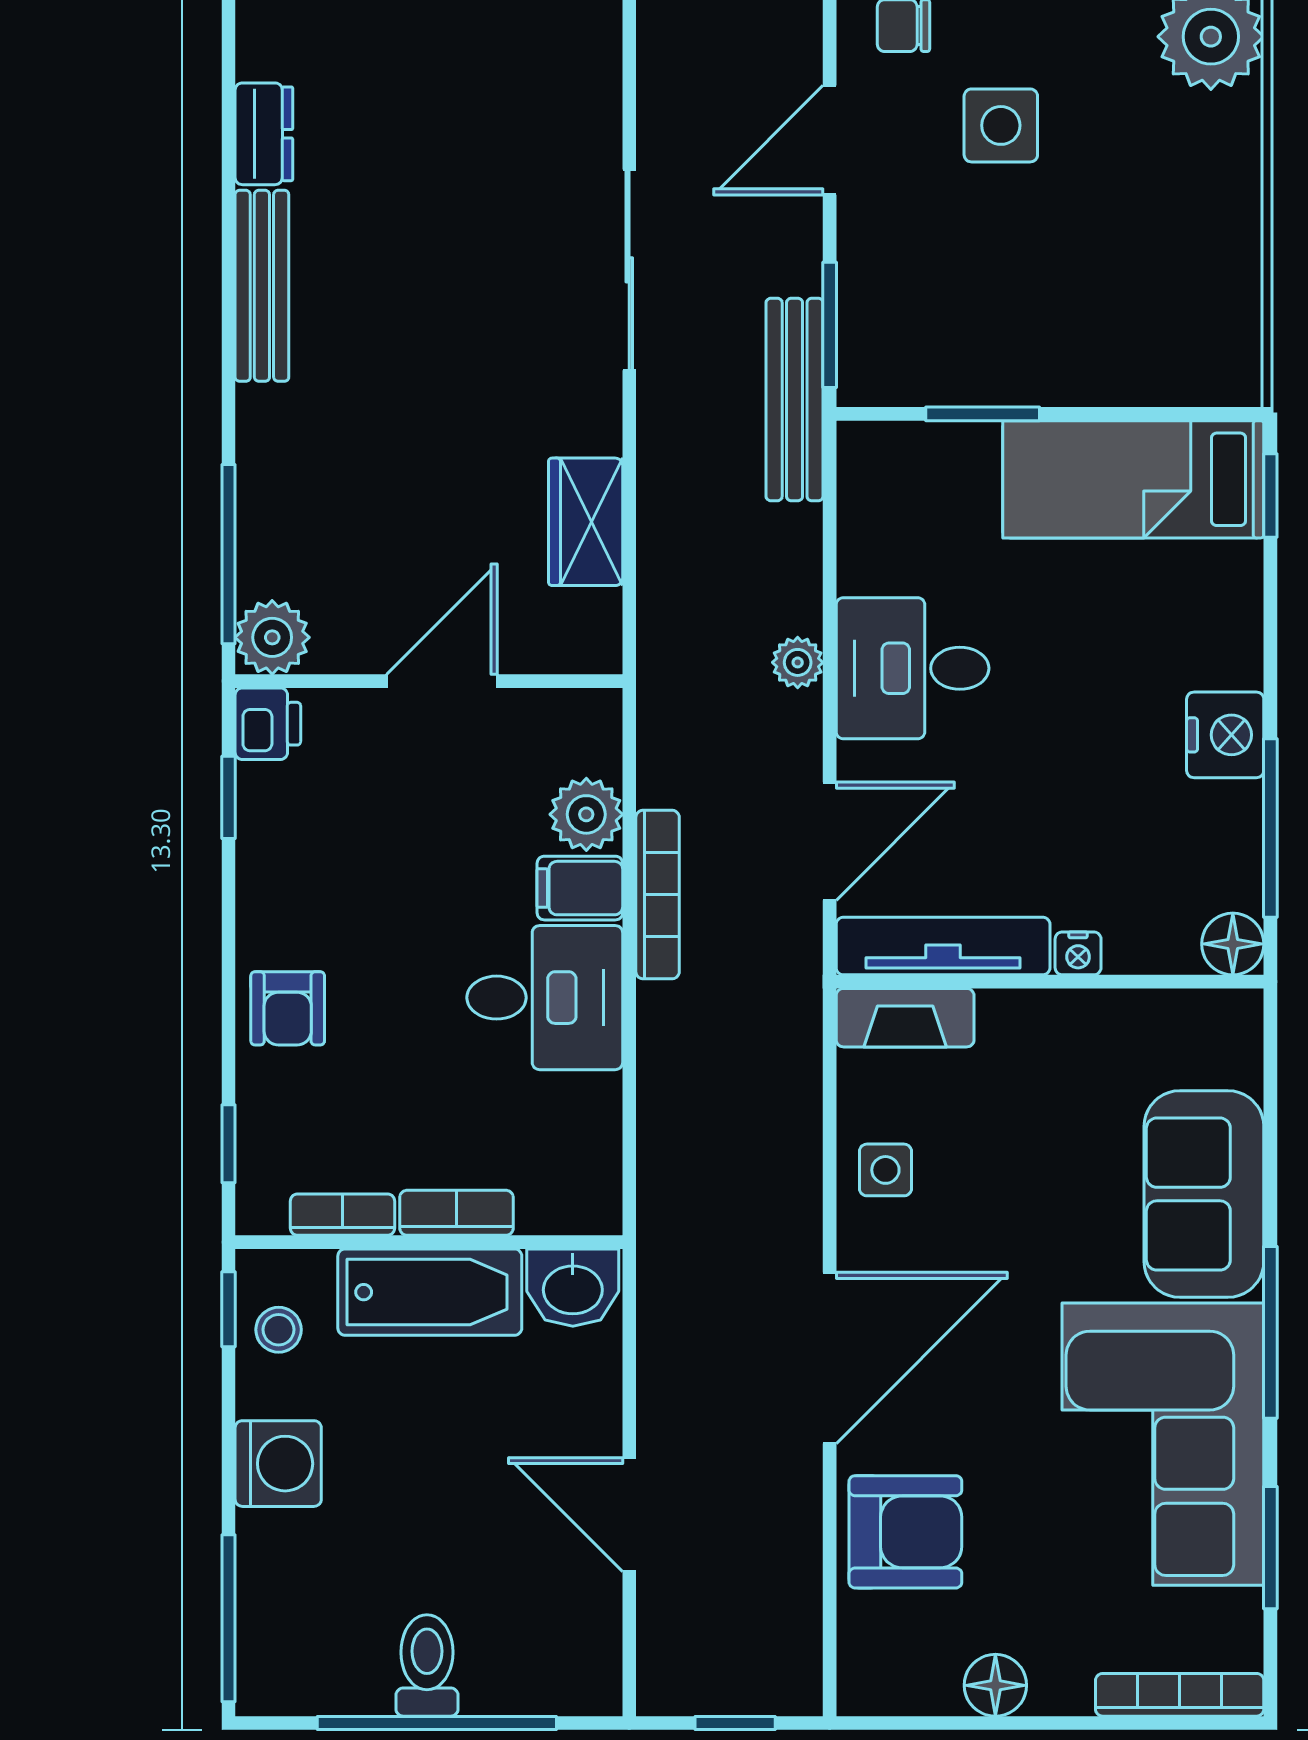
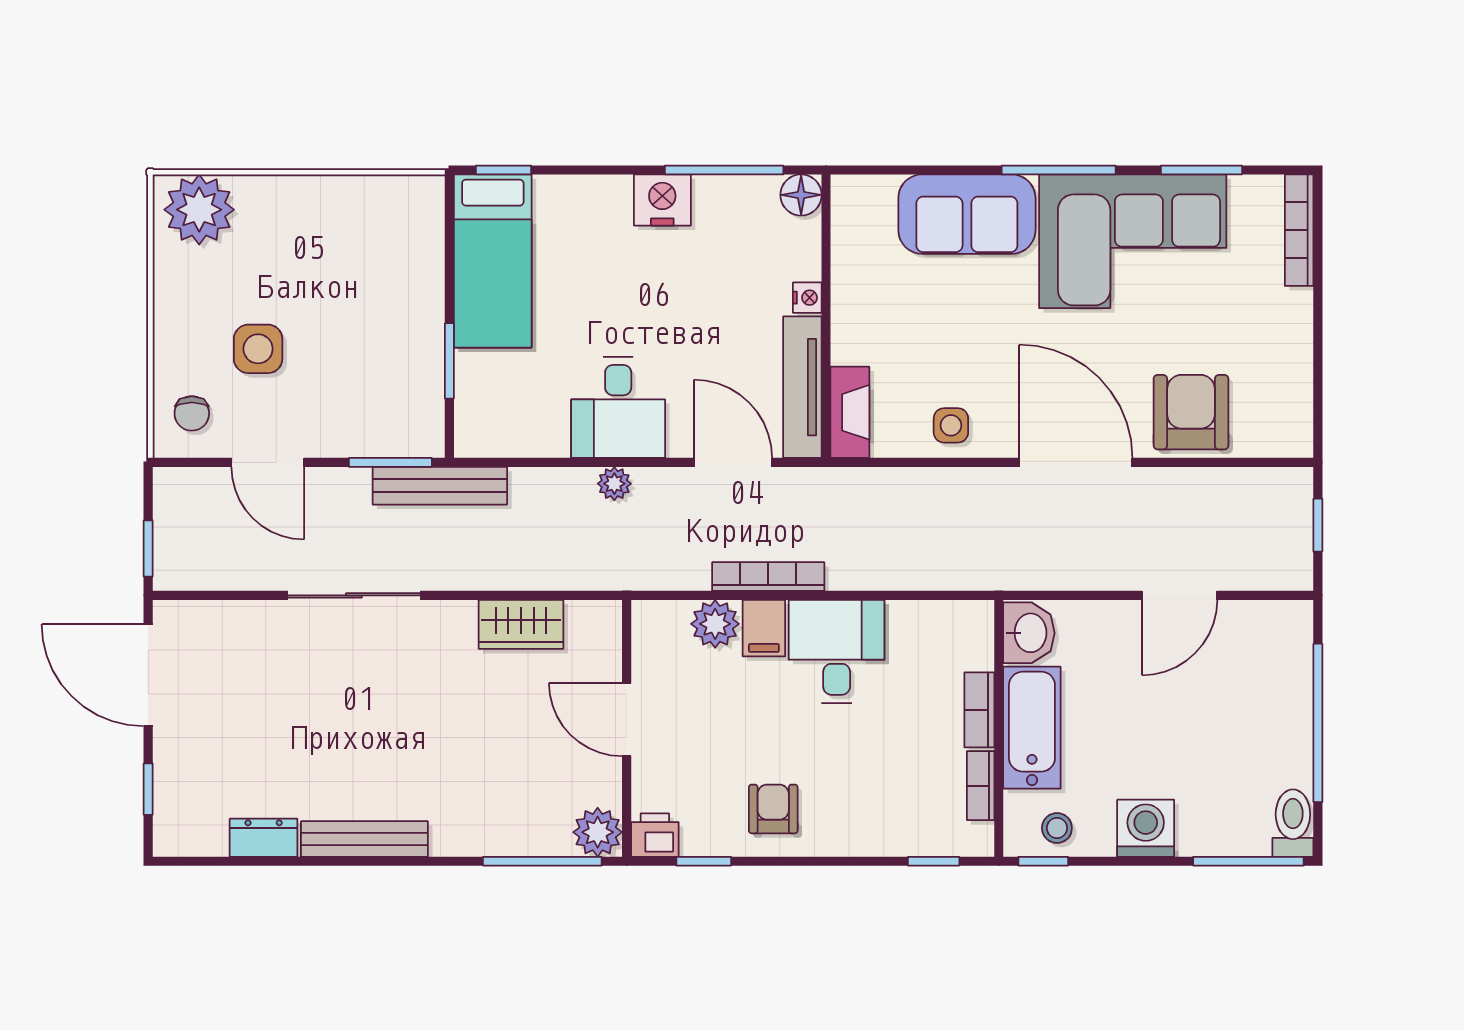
armchair: (288, 1008) -> (773, 809), moved, turned -90
toilet: (427, 1665) -> (1293, 823), moved, turned 90
floor lamp: (995, 1685) -> (1293, 352), removed

